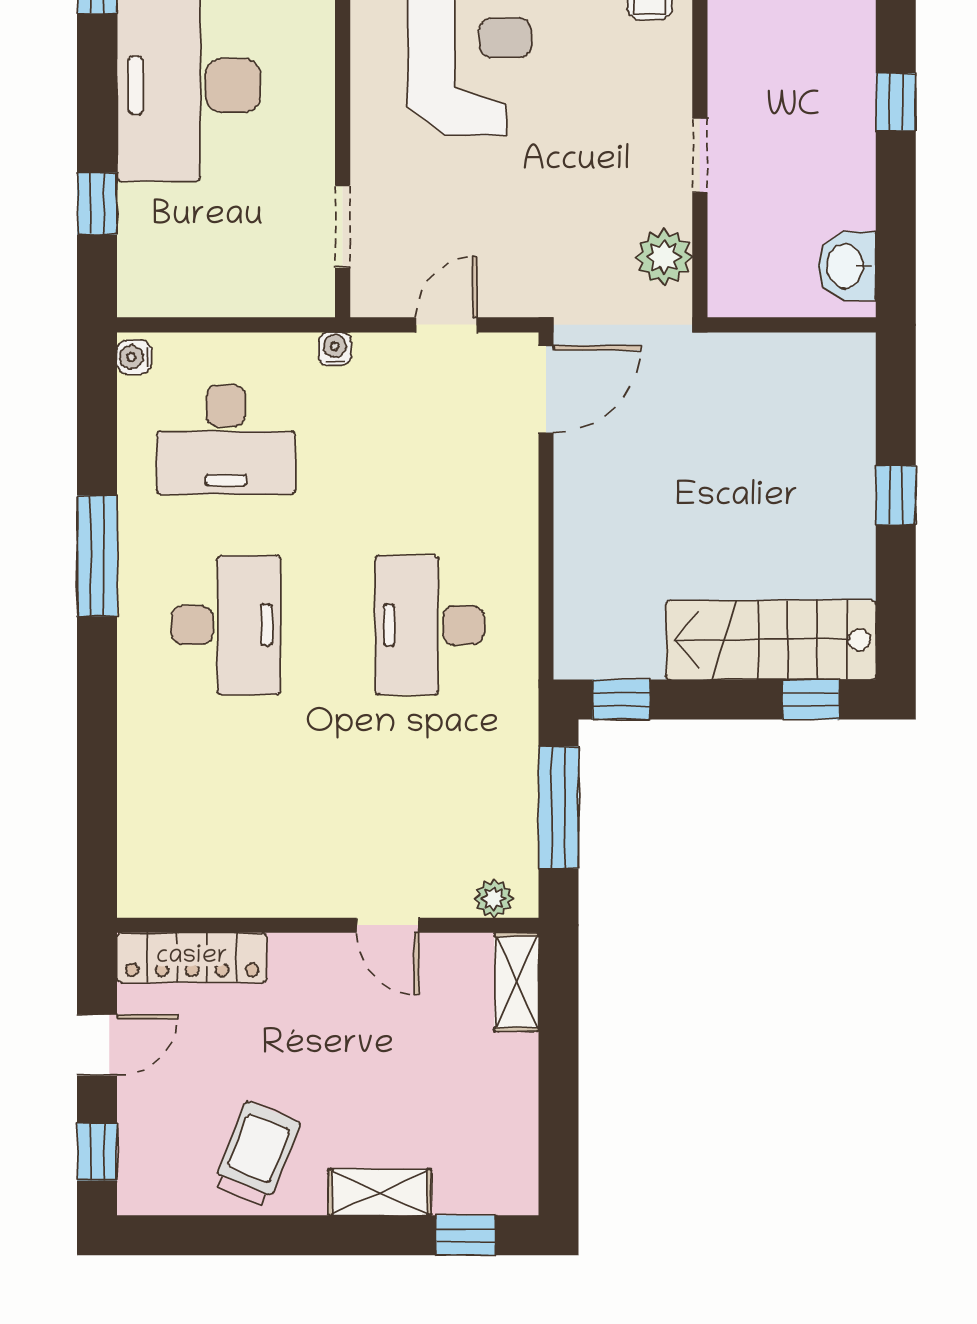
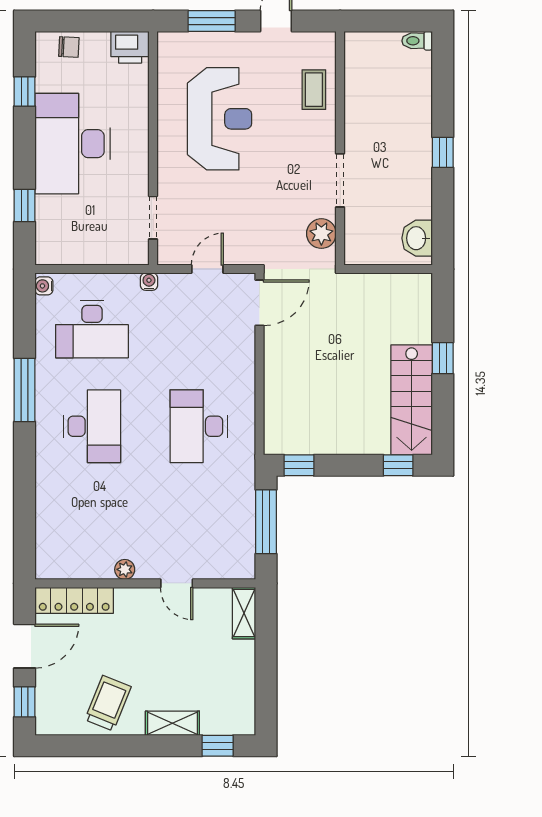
doorway: (700, 155) -> (340, 180), width x1.38
stairs: (771, 640) -> (412, 400), moved, turned -90
plant: (494, 899) -> (125, 569), moved
door: (97, 1045) -> (25, 646), width x1.38

